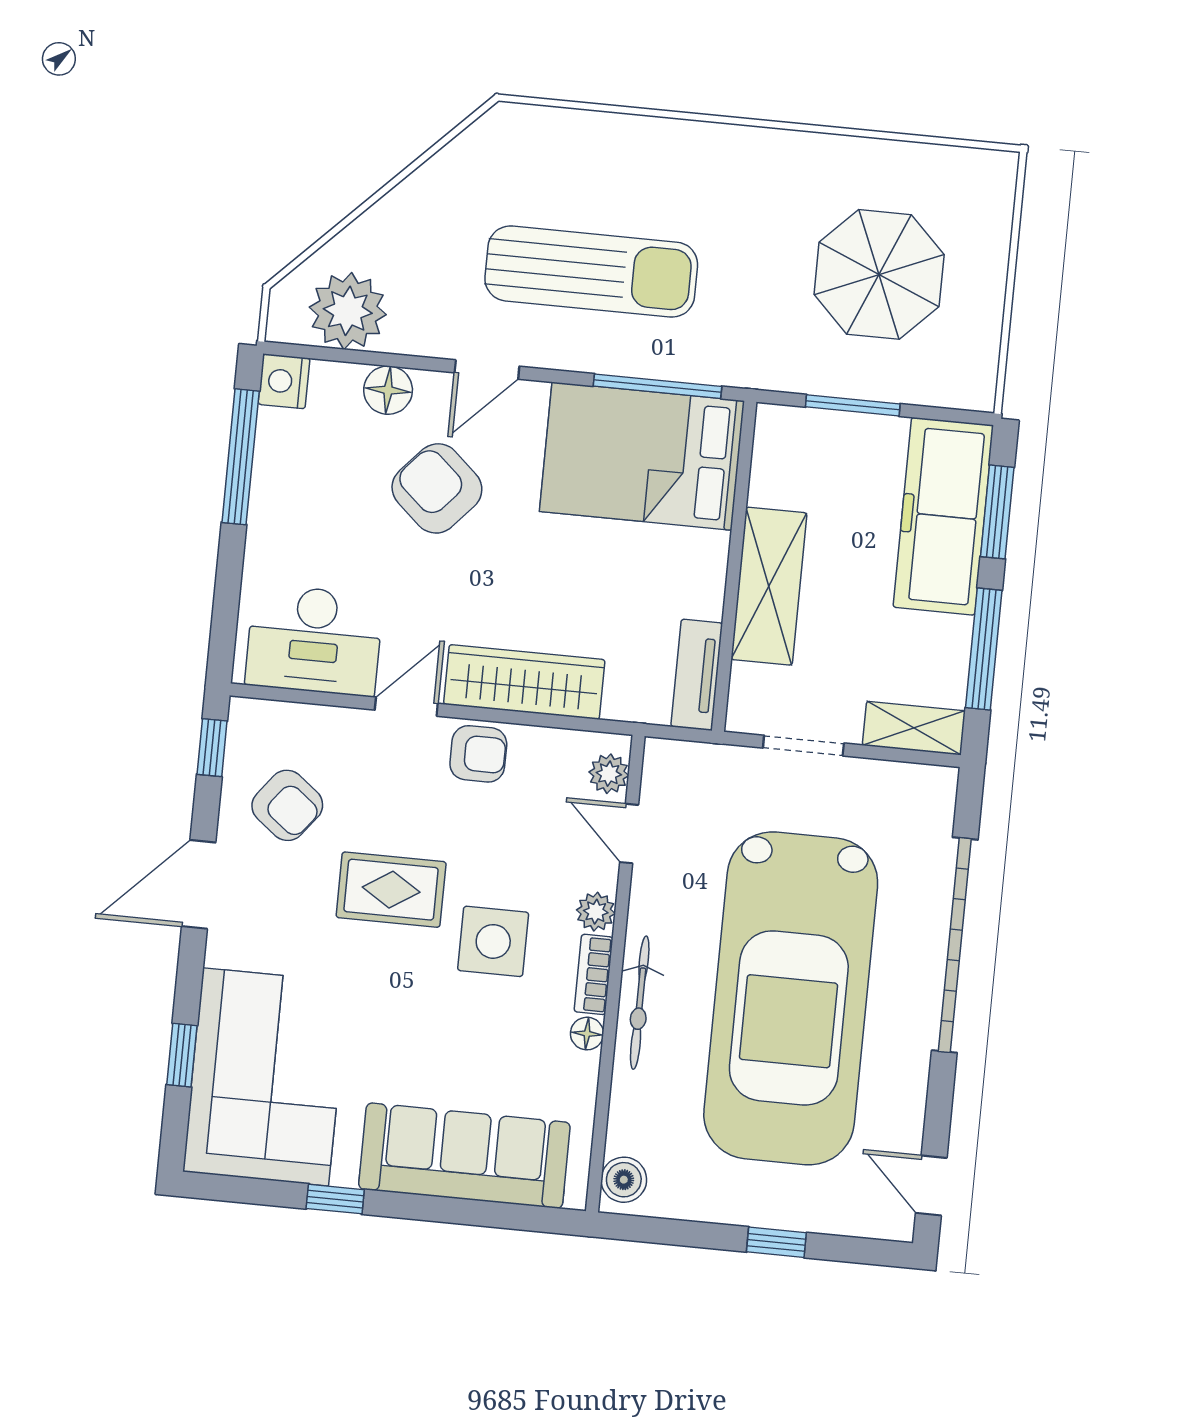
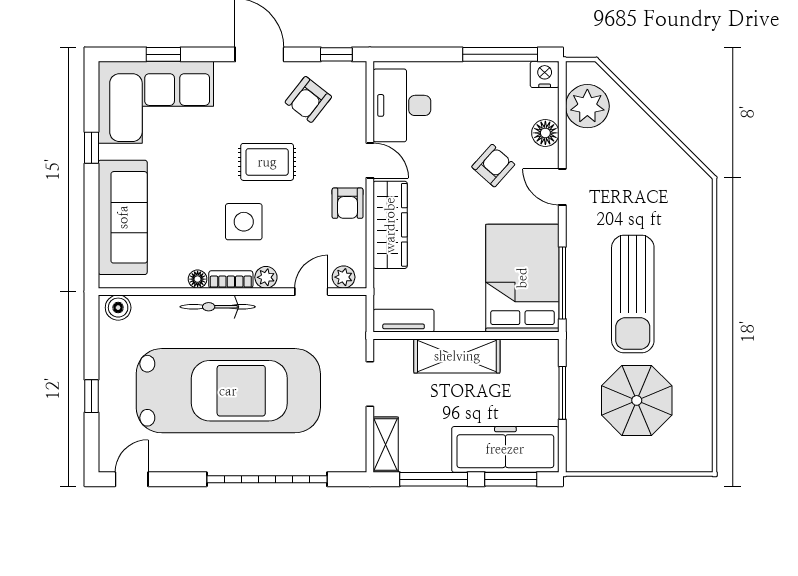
sun lounger: (591, 272) -> (633, 294), moved
armchair: (437, 488) -> (493, 166), width x0.72, depth x0.72
rug: (391, 890) -> (267, 162), turned 90
car: (791, 998) -> (228, 391), turned 180

